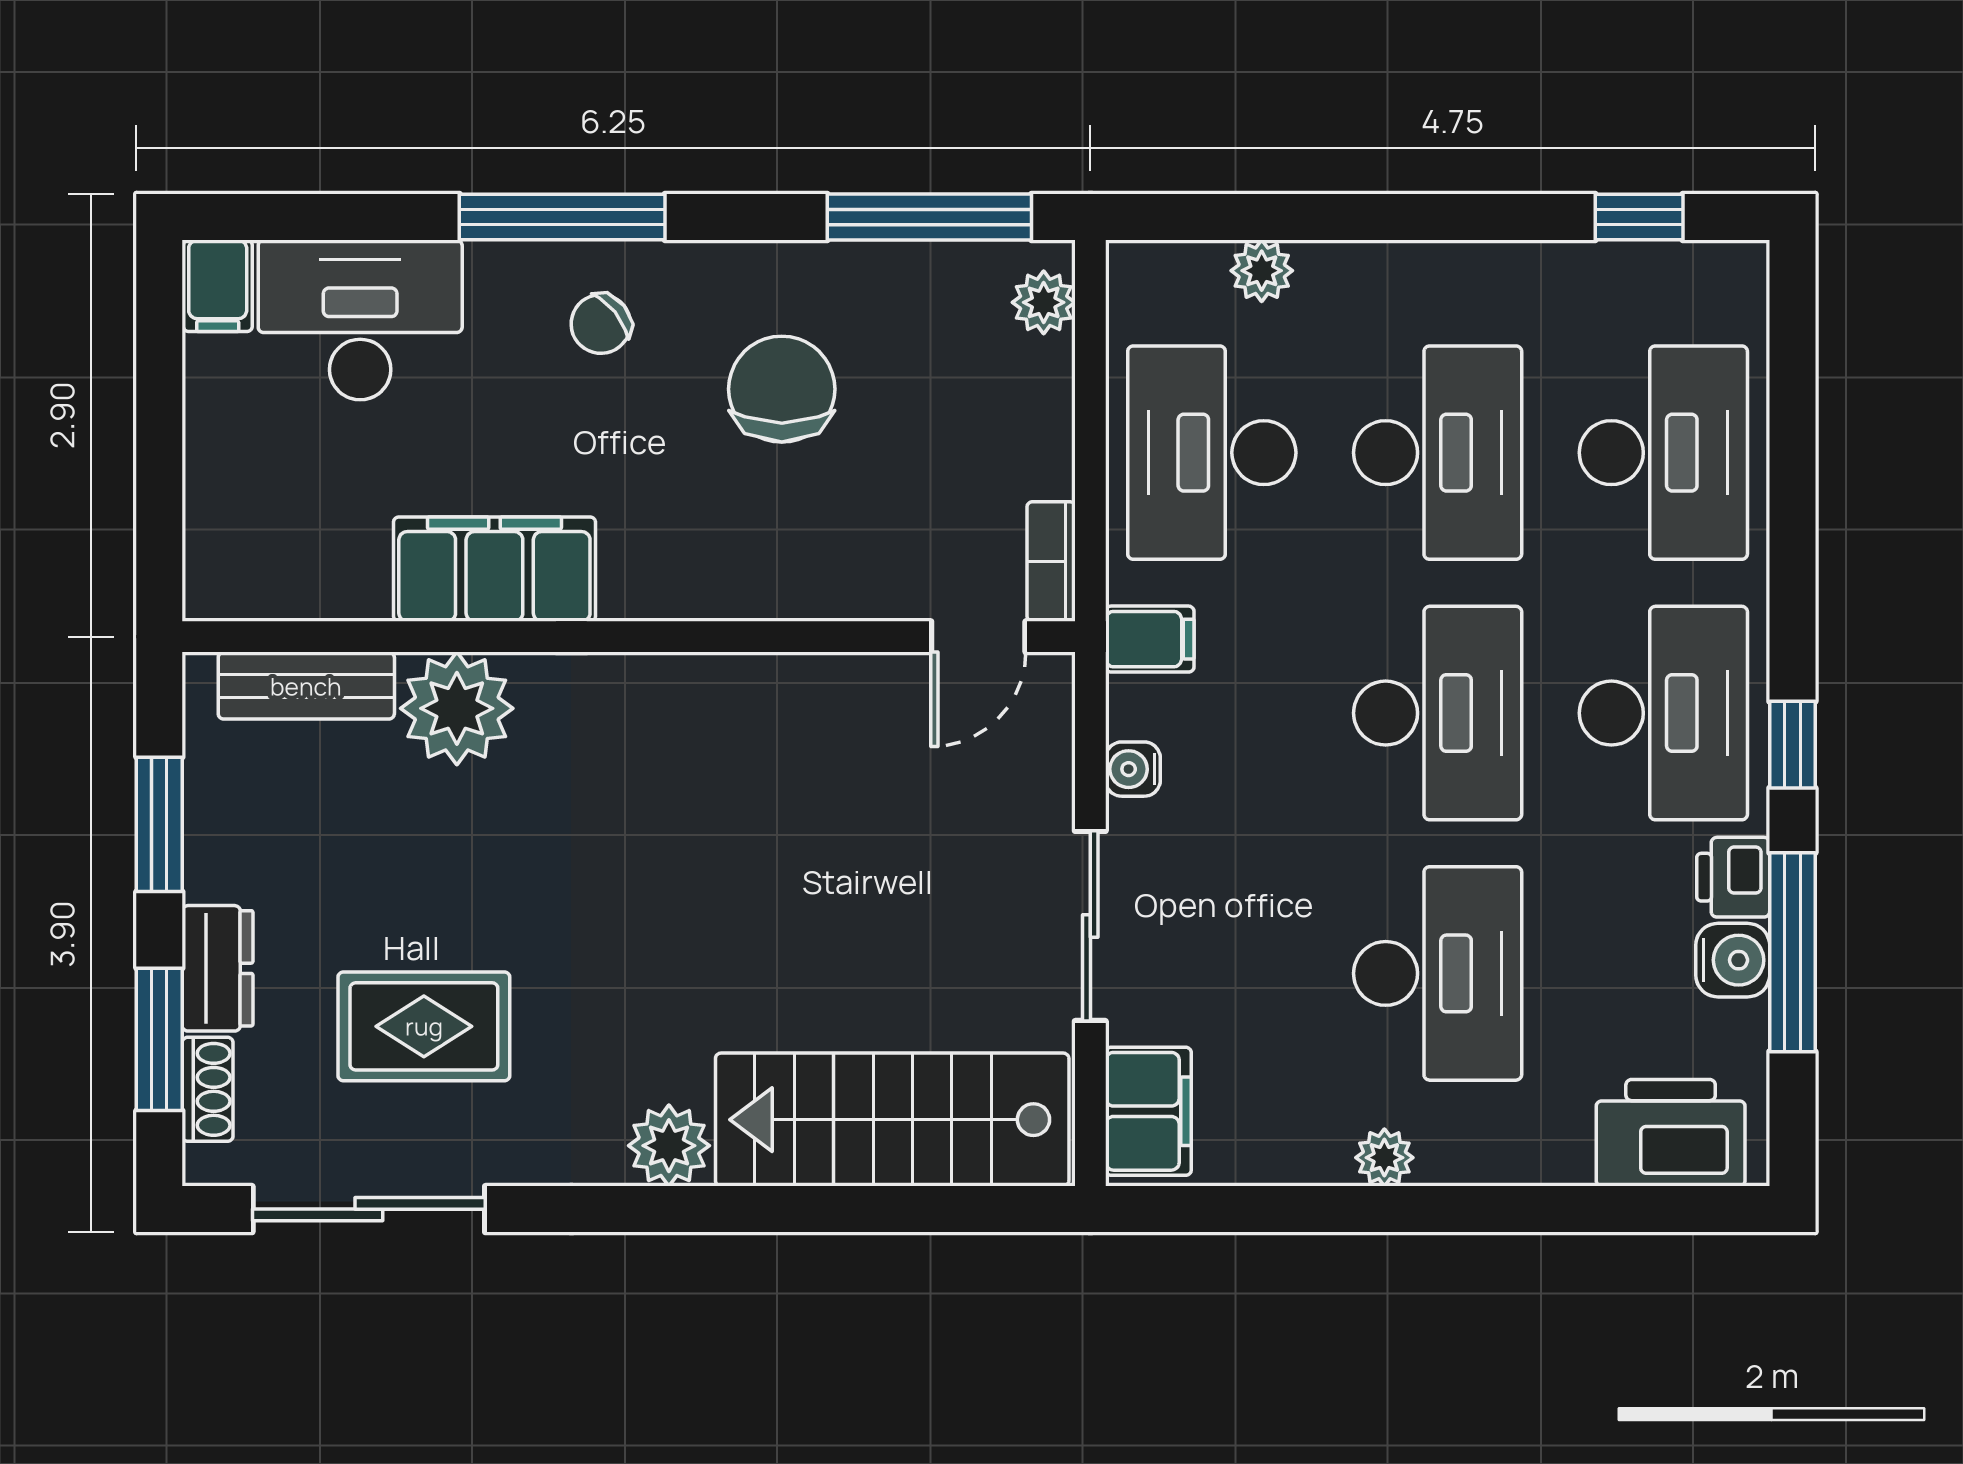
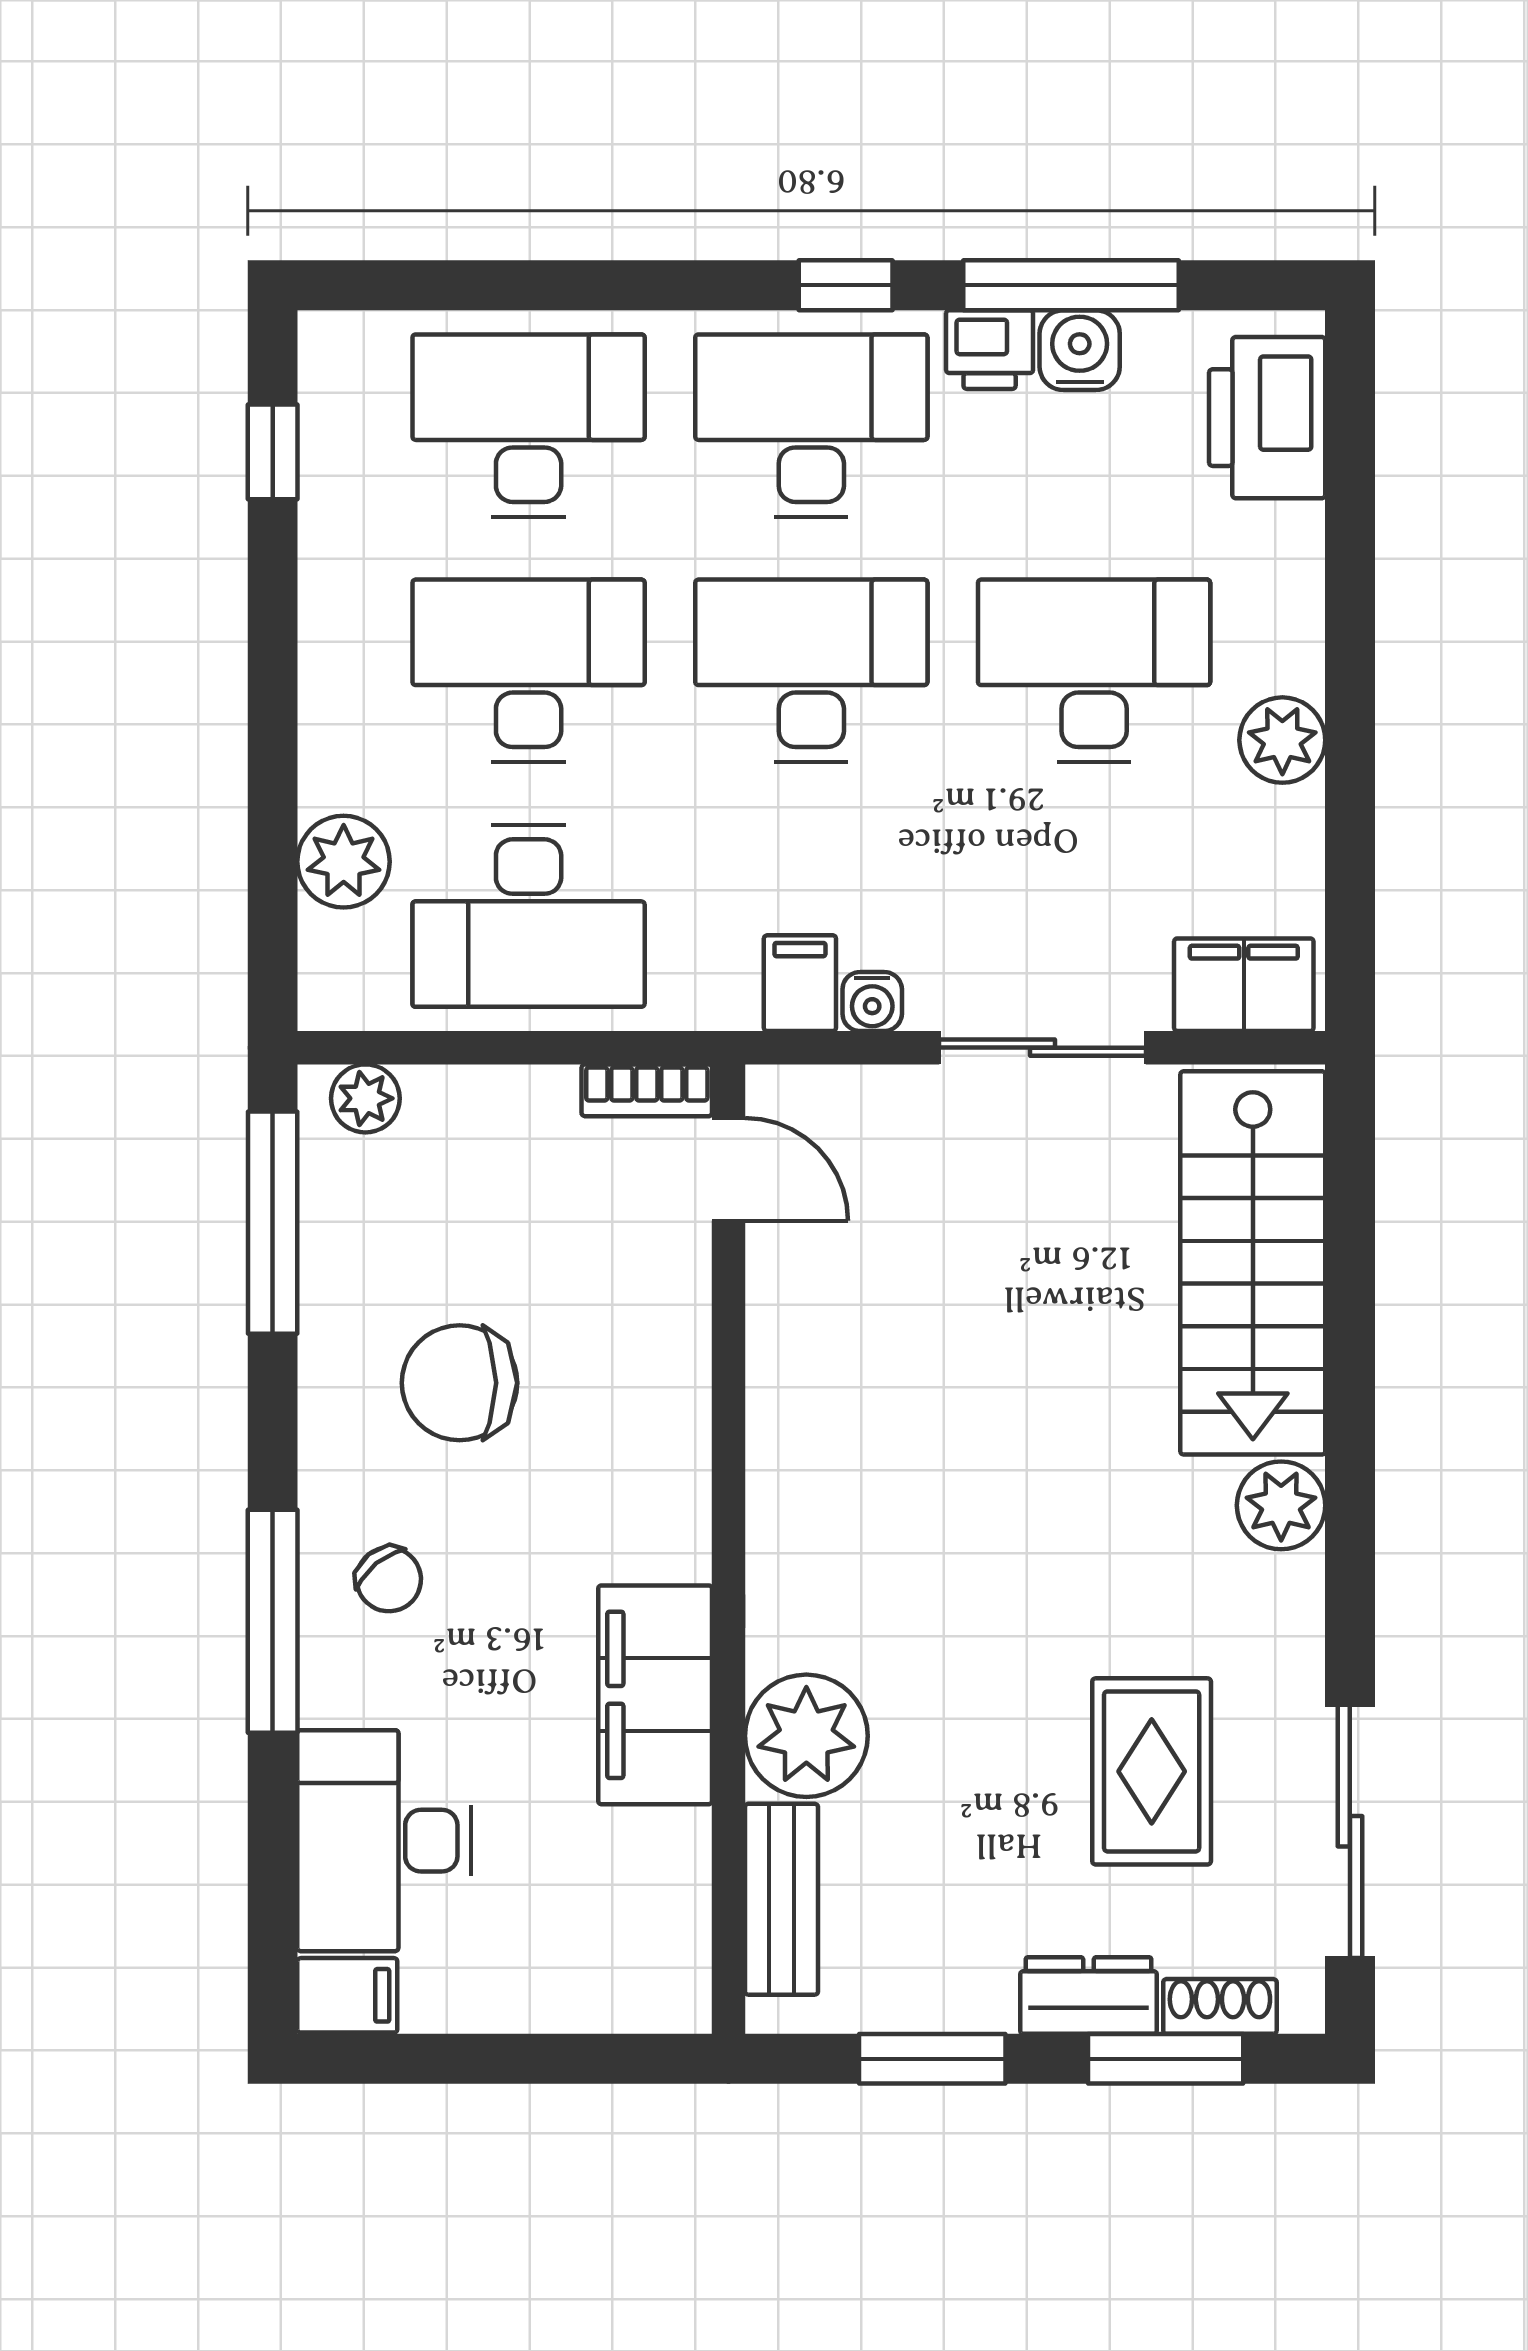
plant: (1262, 271) -> (344, 862), width x1.38, depth x1.38
filing cabinet: (1150, 639) -> (800, 983), moved
plant: (1384, 1158) -> (1282, 740), width x1.38, depth x1.38

